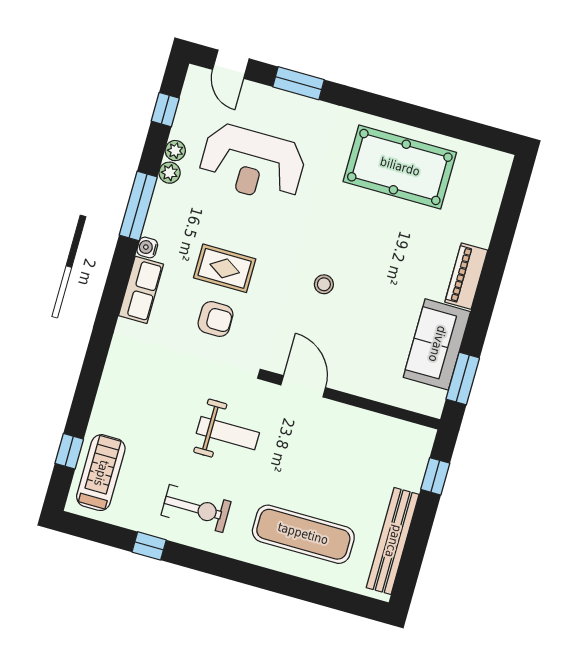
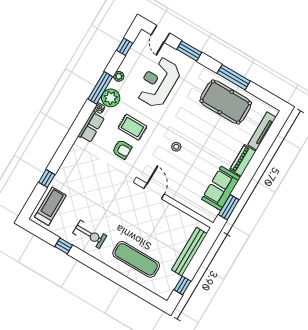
window: (403, 112) -> (234, 77), added
plant: (175, 151) -> (111, 98), moved, width x1.87, depth x1.87
reception desk: (252, 163) -> (158, 82), turned 90
tv unit: (489, 206) -> (262, 131), added
weight bench: (228, 433) -> (114, 204), removed
window: (69, 451) -> (47, 178), moved
window: (435, 476) -> (182, 285), moved
bench: (393, 541) -> (189, 252), moved

